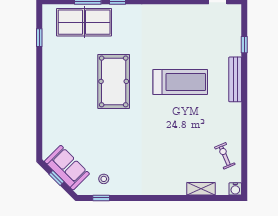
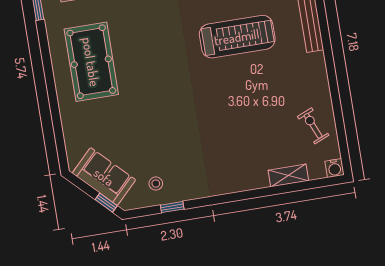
pool table: (114, 81) -> (91, 62), moved
window: (57, 178) -> (106, 203), moved
window: (101, 198) -> (172, 207), moved

